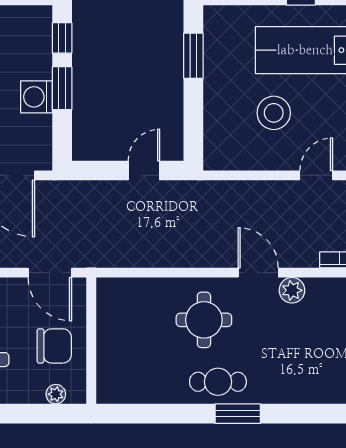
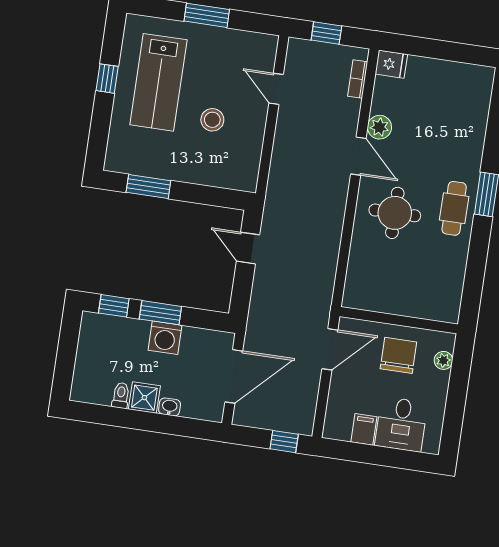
stool: (274, 113) -> (212, 120), width x0.73, depth x0.73
door: (258, 273) -> (358, 156), swing flipped

